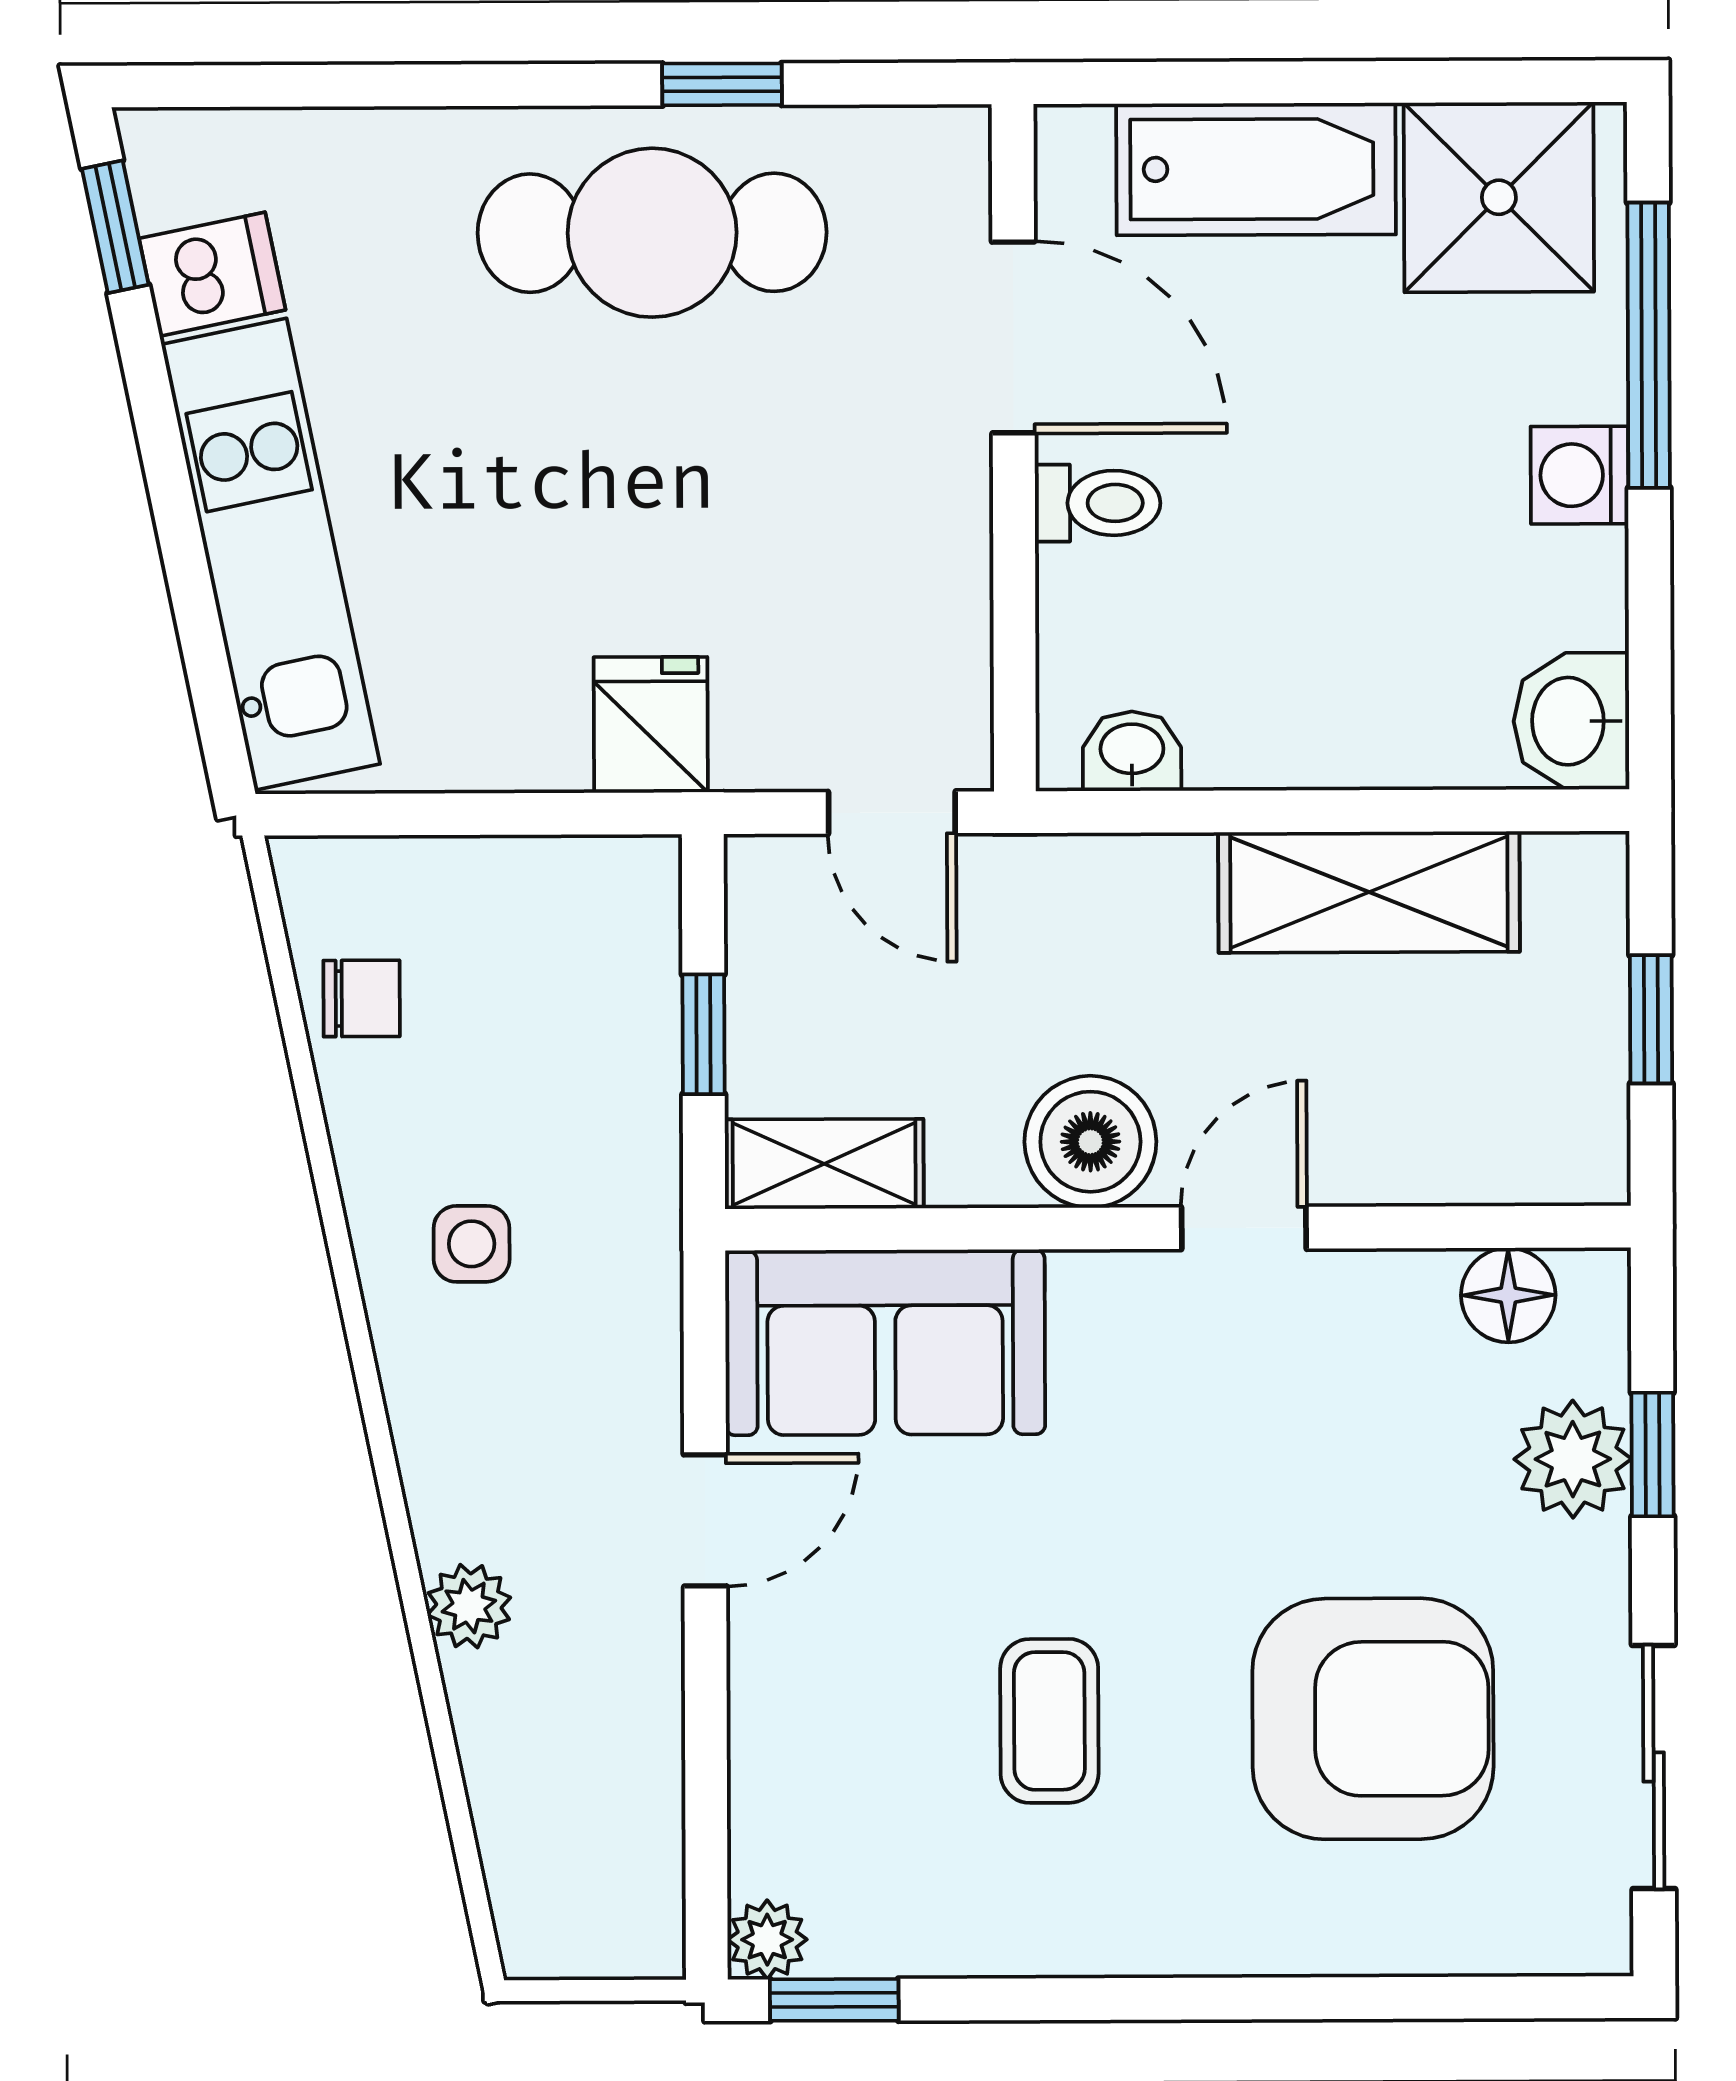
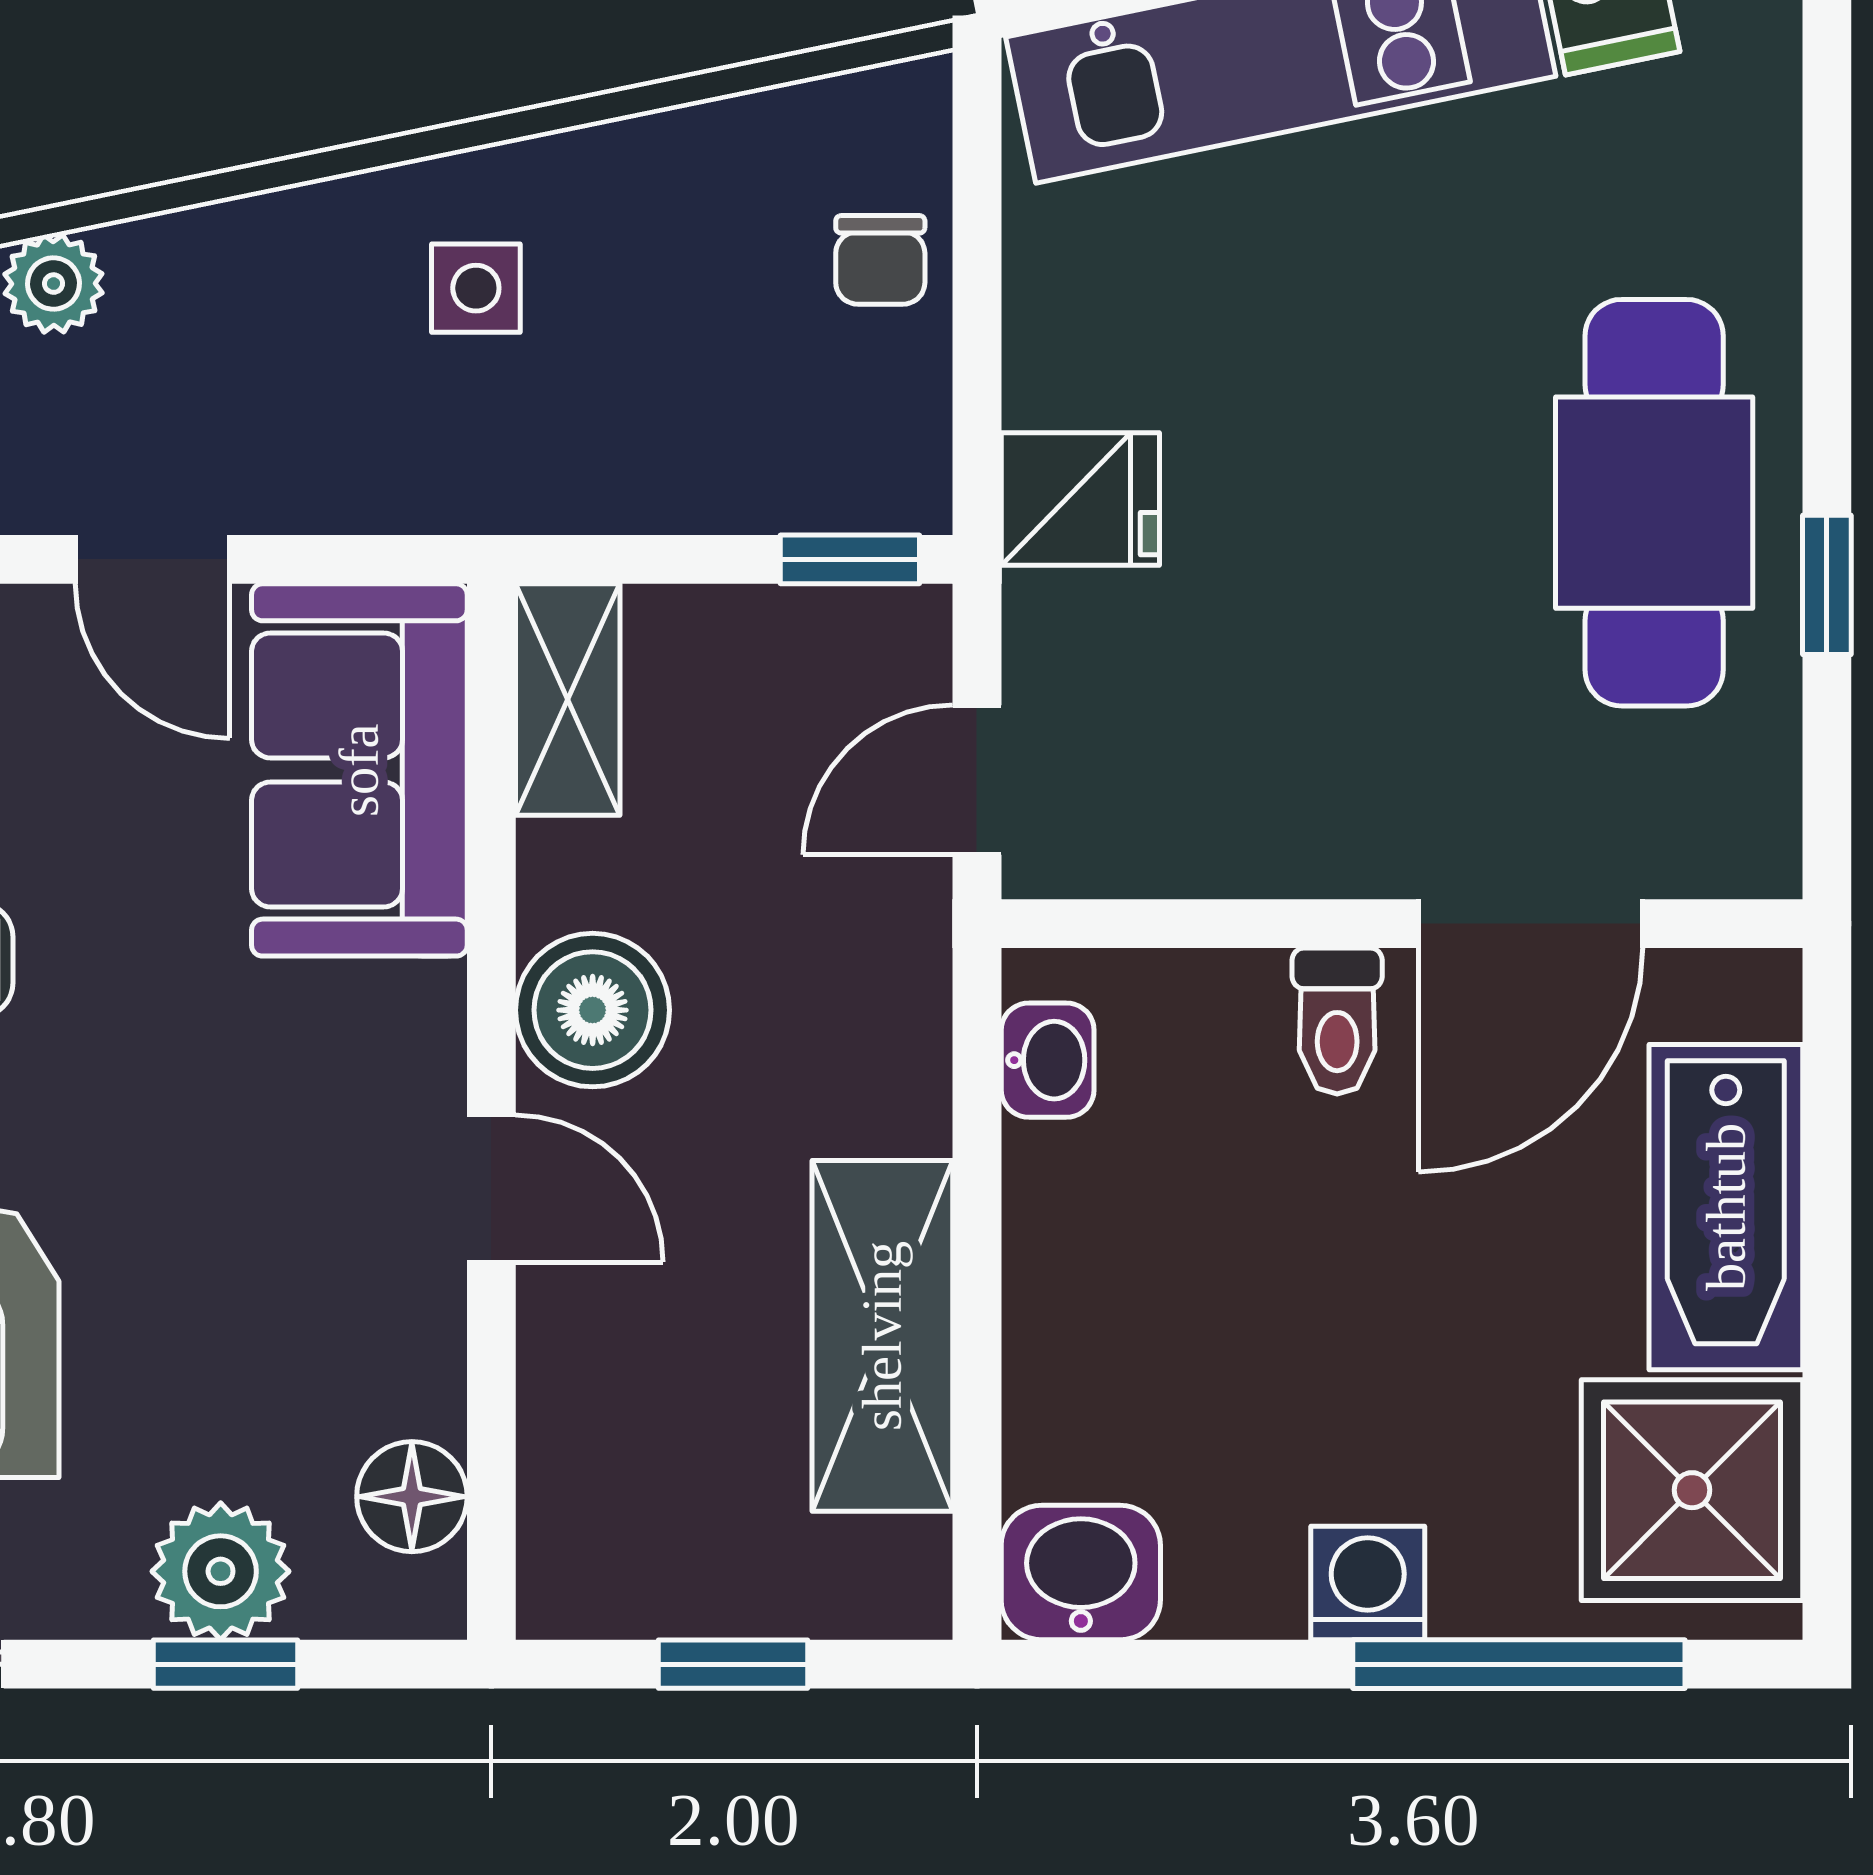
chair: (362, 998) -> (880, 260), moved
window: (703, 1034) -> (850, 559), moved

